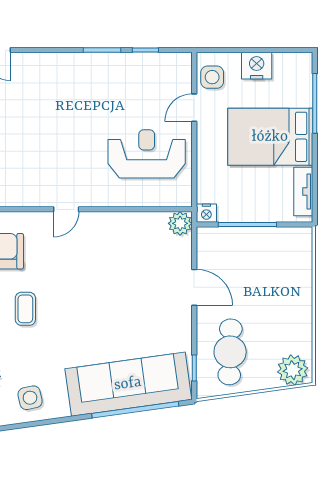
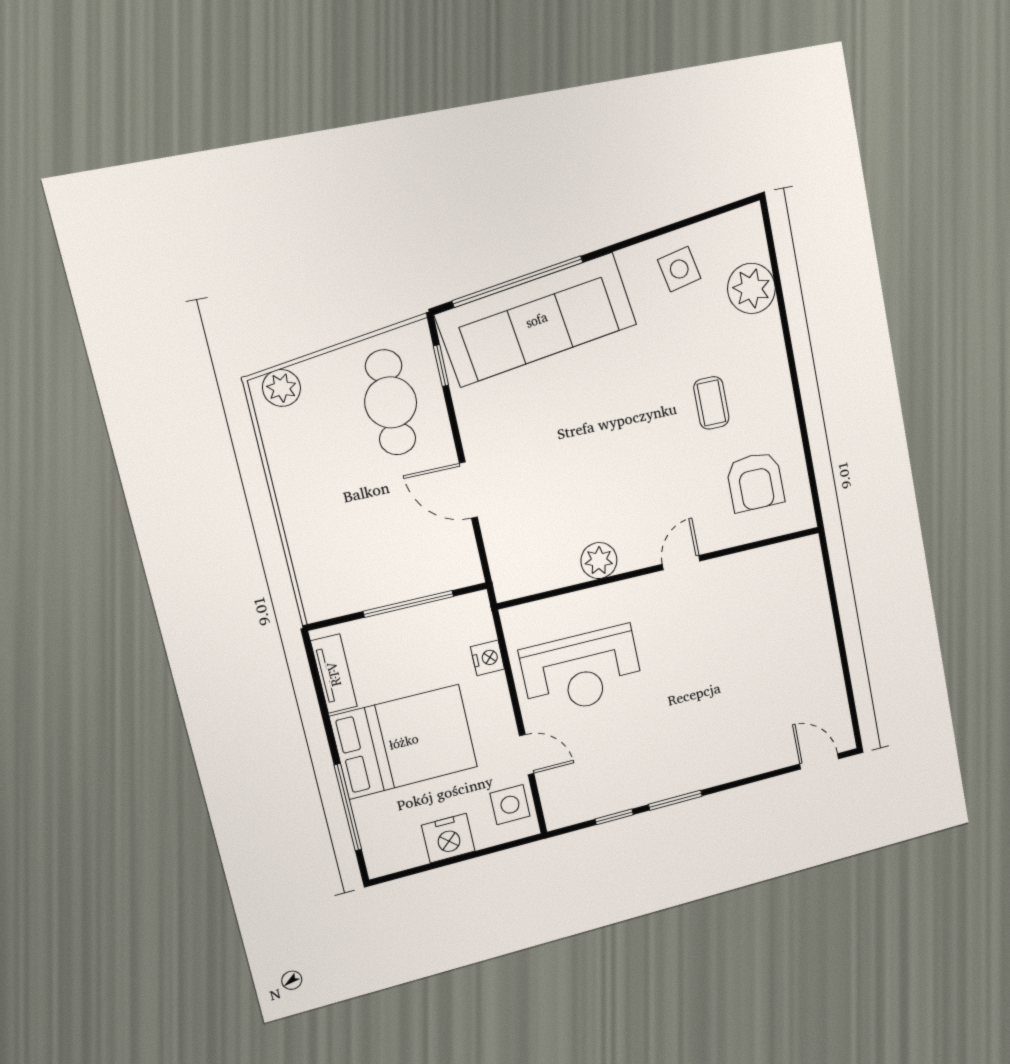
door: (194, 108) -> (527, 755), hinge flipped
nightstand: (206, 213) -> (488, 658), moved, turned 90
plant: (180, 223) -> (599, 561), moved
plant: (293, 370) -> (282, 388), width x0.73, depth x0.73

